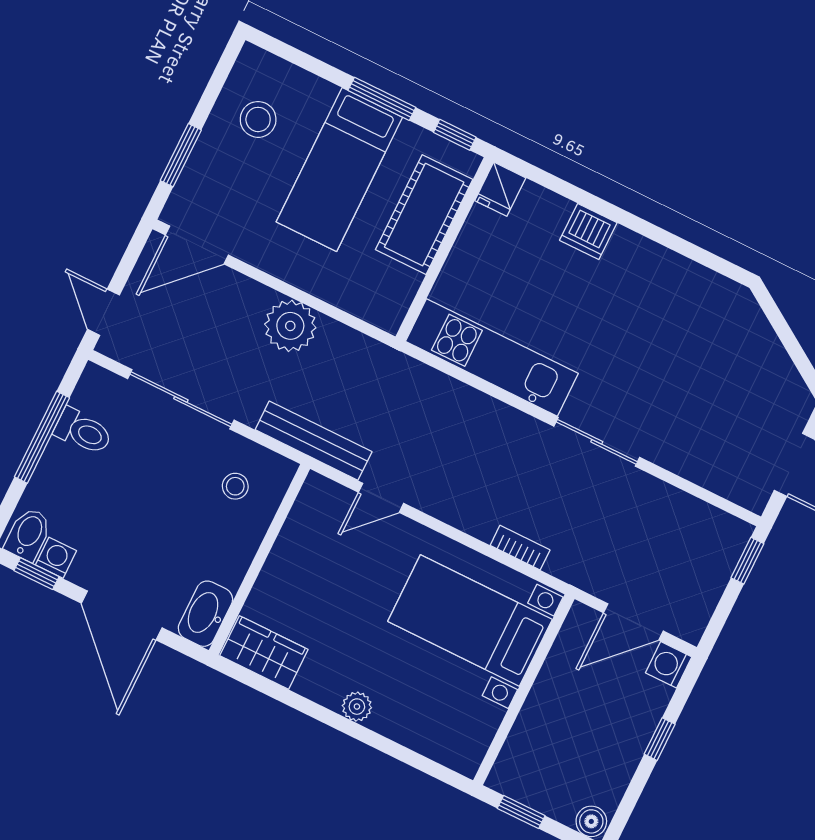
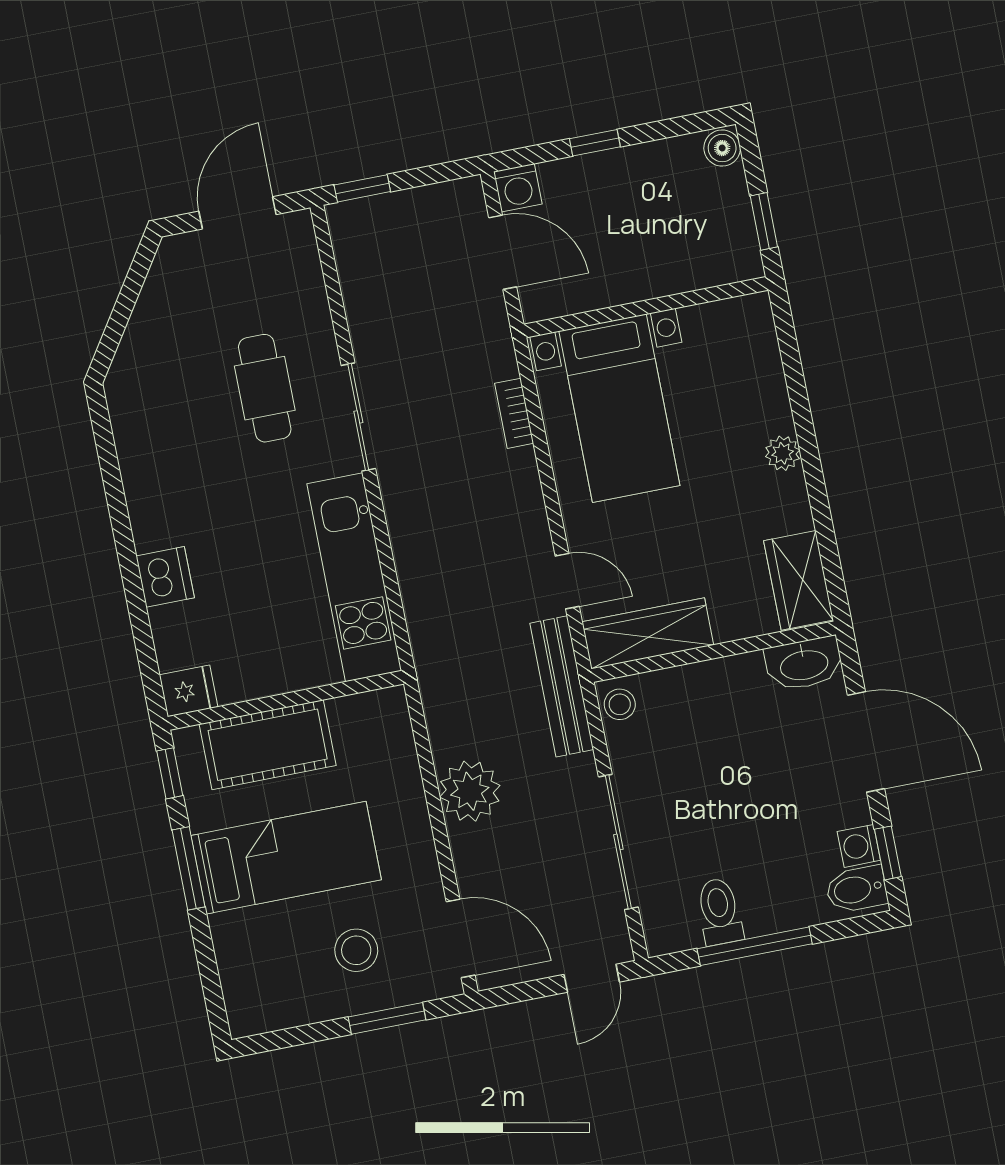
stool: (258, 119) -> (356, 950), moved
cafe table: (664, 394) -> (265, 388), added
stool: (235, 486) -> (620, 704), moved
wardrobe: (305, 525) -> (648, 633), added
door: (122, 615) -> (866, 742), hinge flipped

